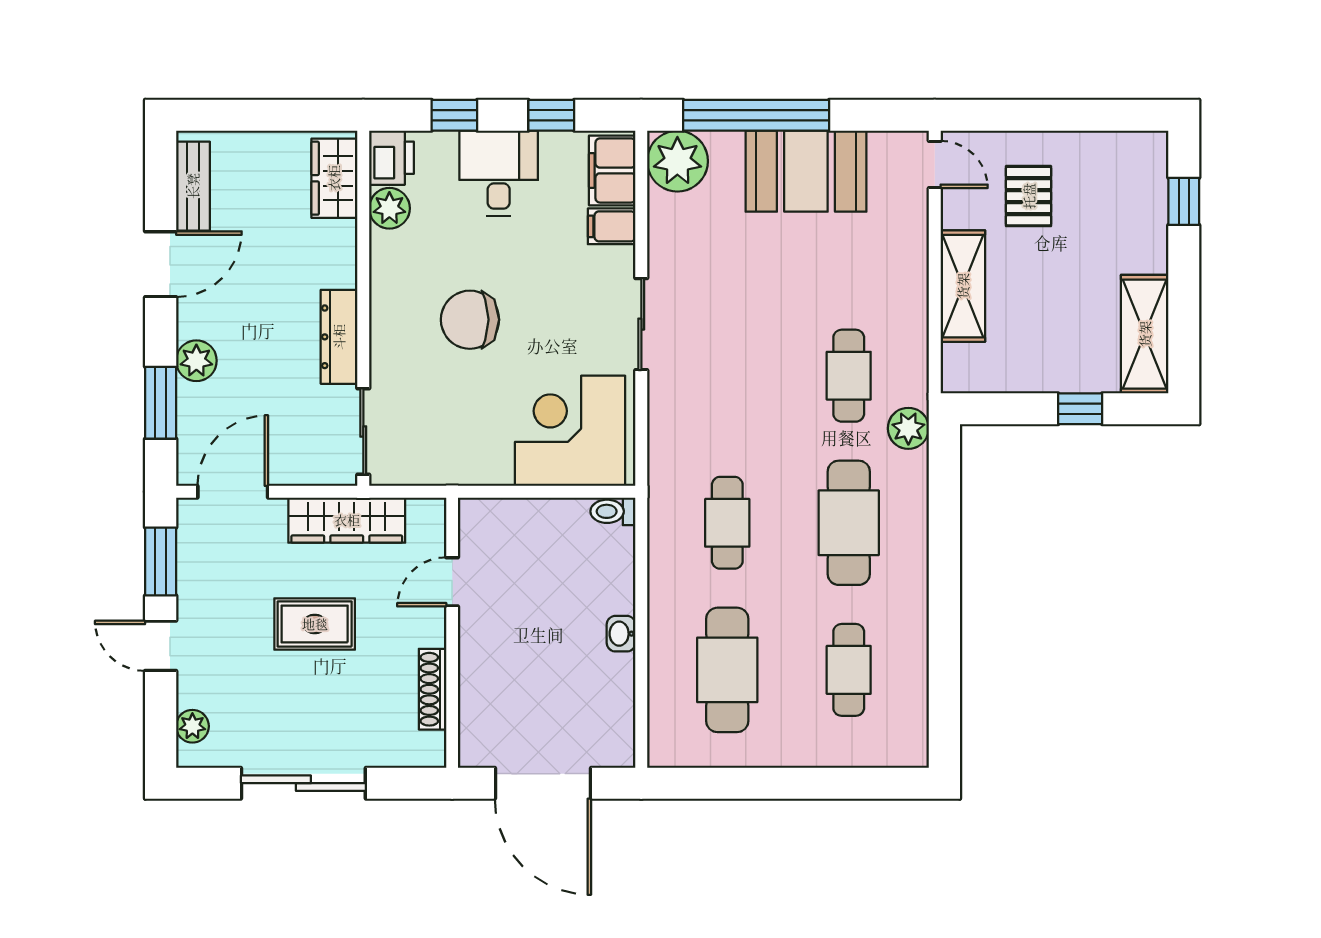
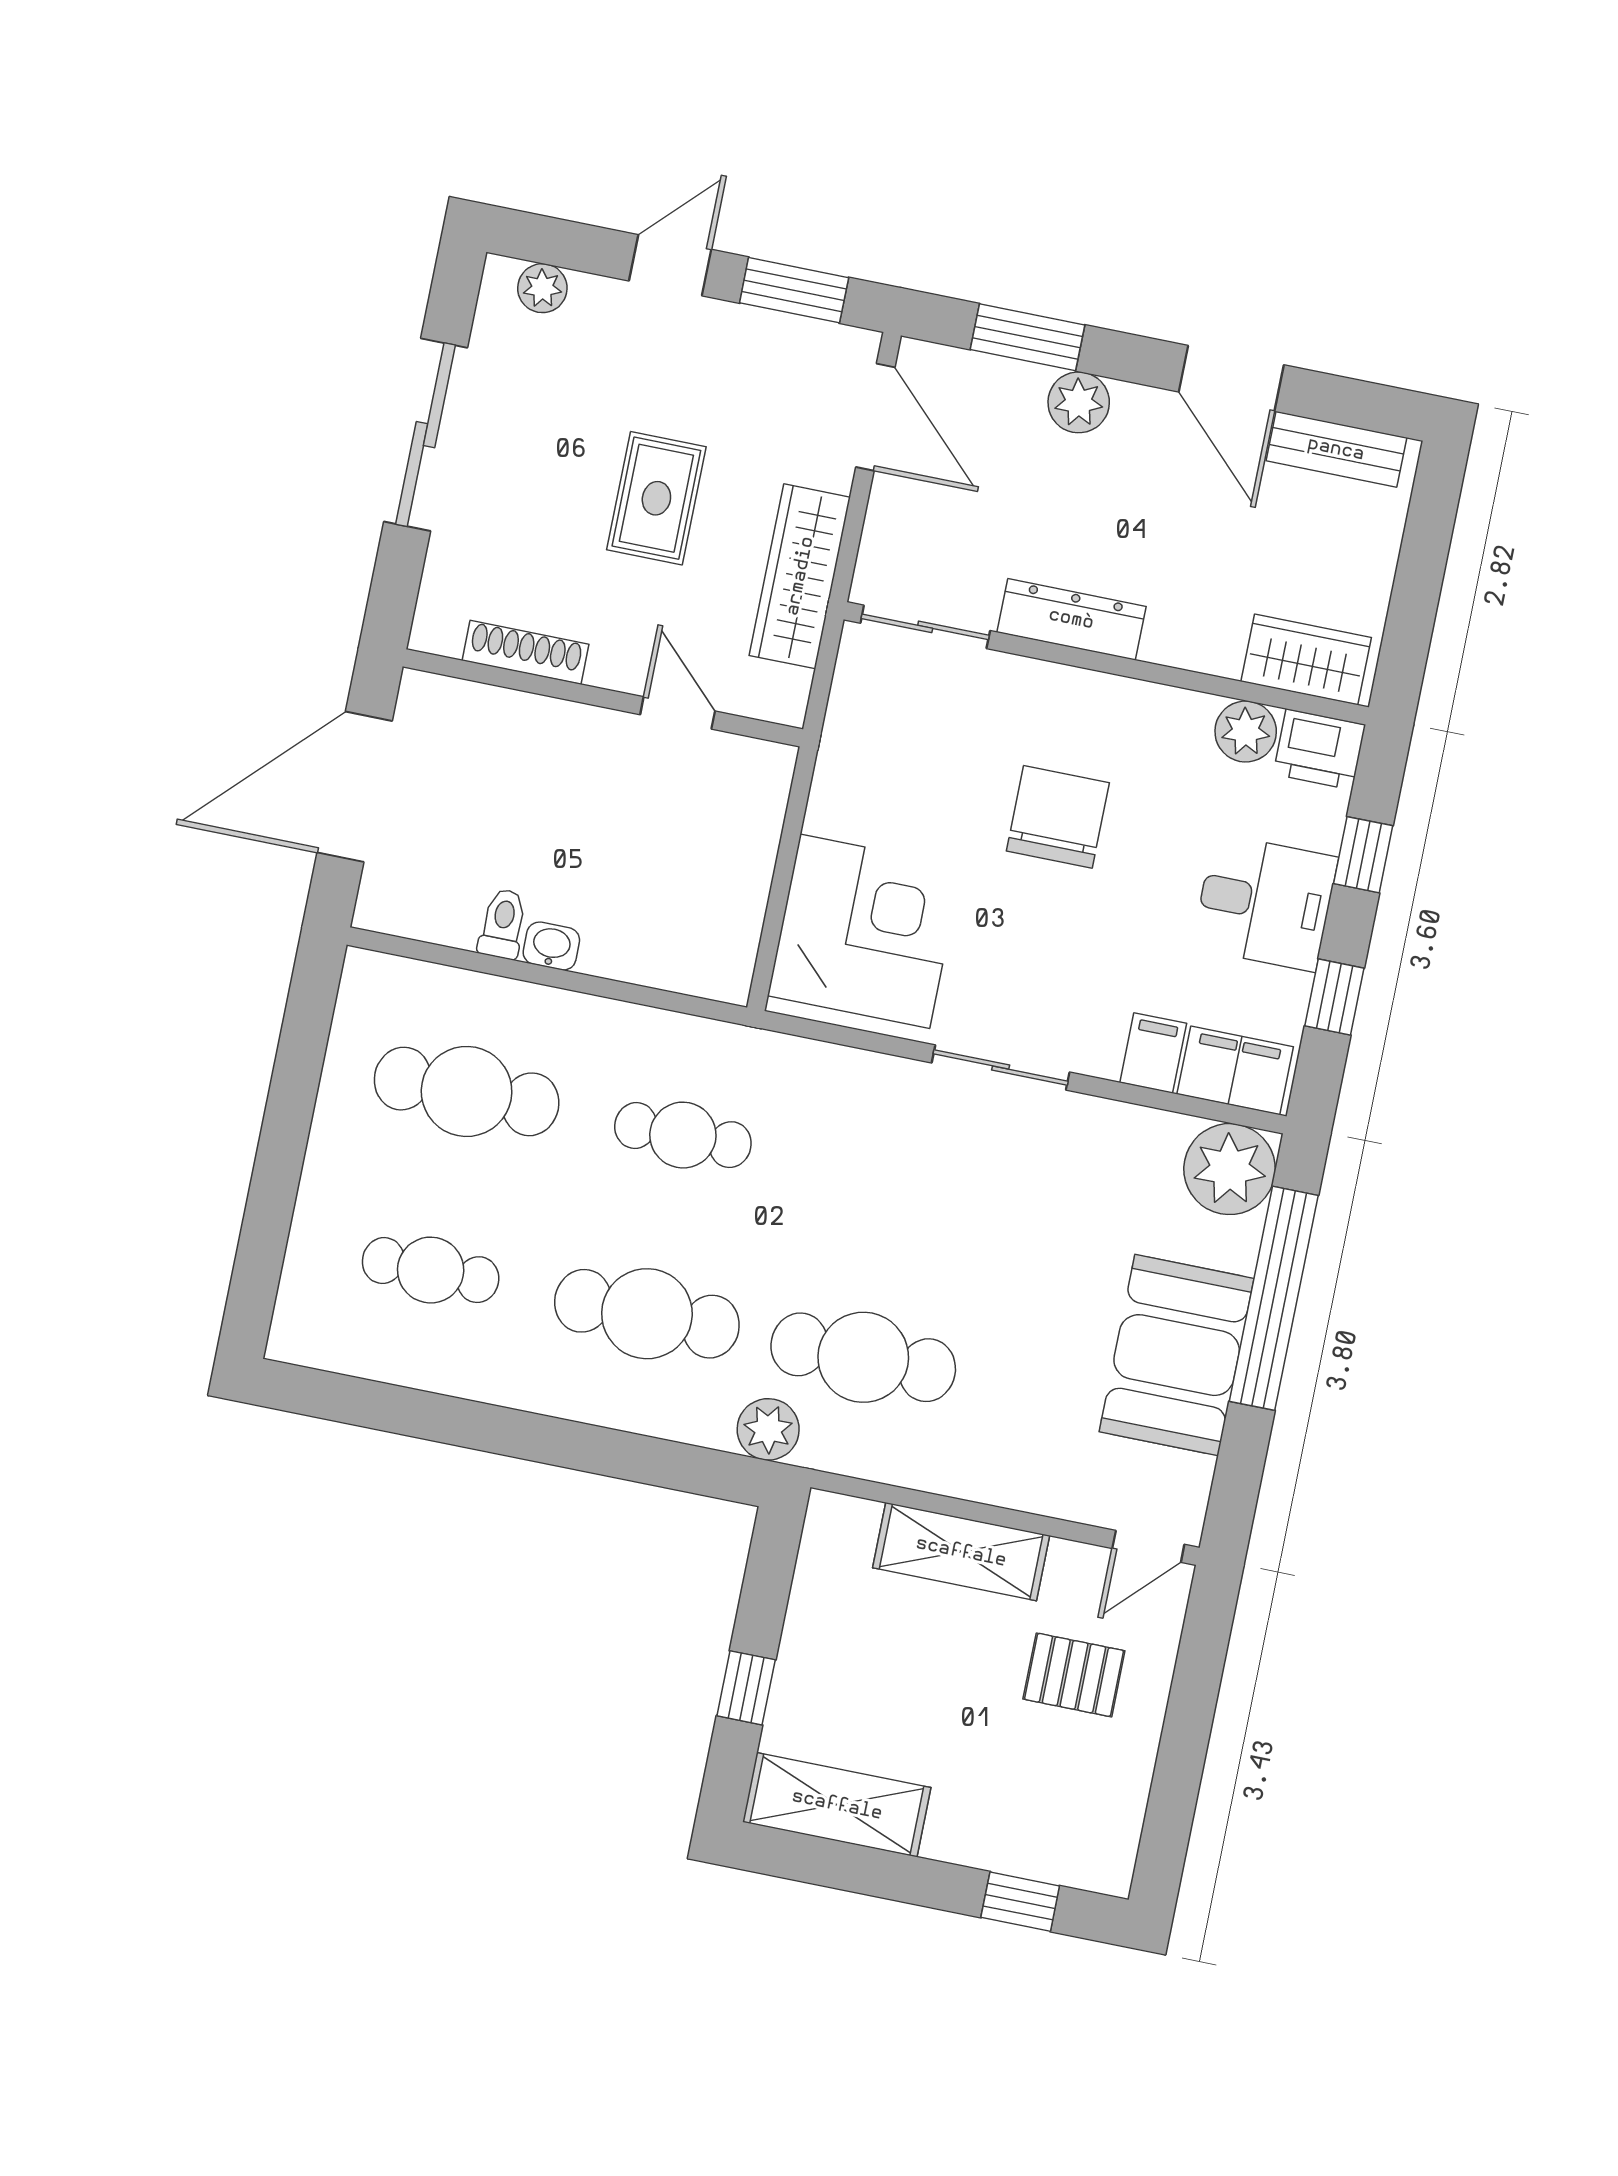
cafe table: (849, 376) -> (863, 1357), width x1.37, depth x1.35
toilet: (613, 511) -> (503, 924), moved

